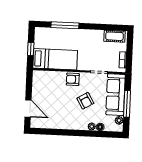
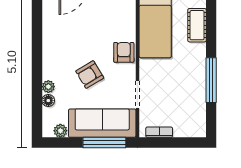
window: (65, 25) -> (211, 80), moved
cot: (115, 36) -> (197, 25), moved
window: (127, 104) -> (104, 142), moved

